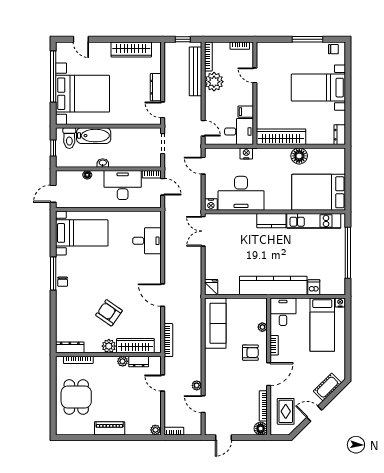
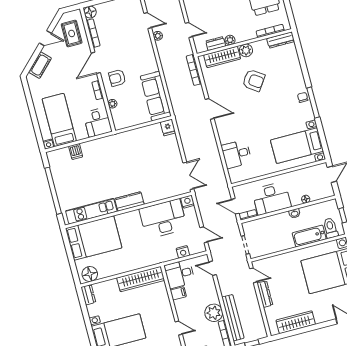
nightstand: (246, 153) -> (183, 252), moved
floor lamp: (299, 156) -> (90, 274), moved
kitchen counter: (273, 286) -> (113, 144), removed

